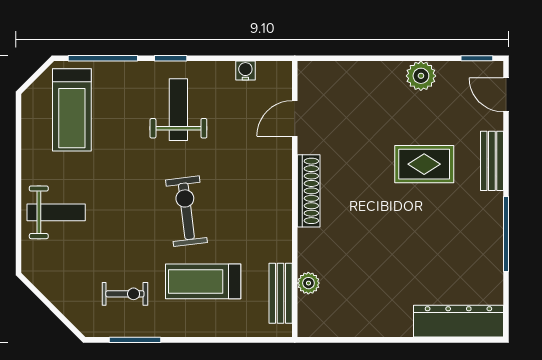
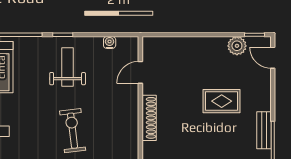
plant: (421, 76) -> (237, 46), moved
bench: (492, 161) -> (264, 130), moved

